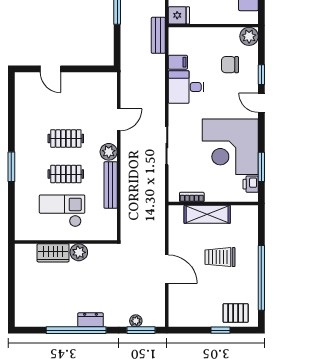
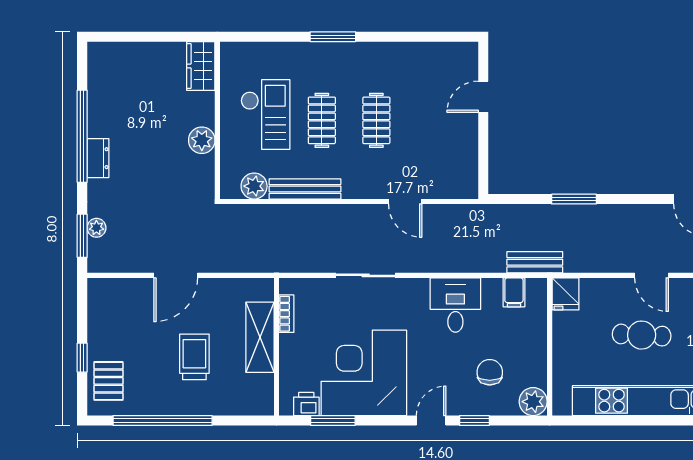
filing cabinet: (178, 62) -> (514, 292), moved
plant: (109, 152) -> (254, 186), moved
wardrobe: (53, 253) -> (201, 66), moved

